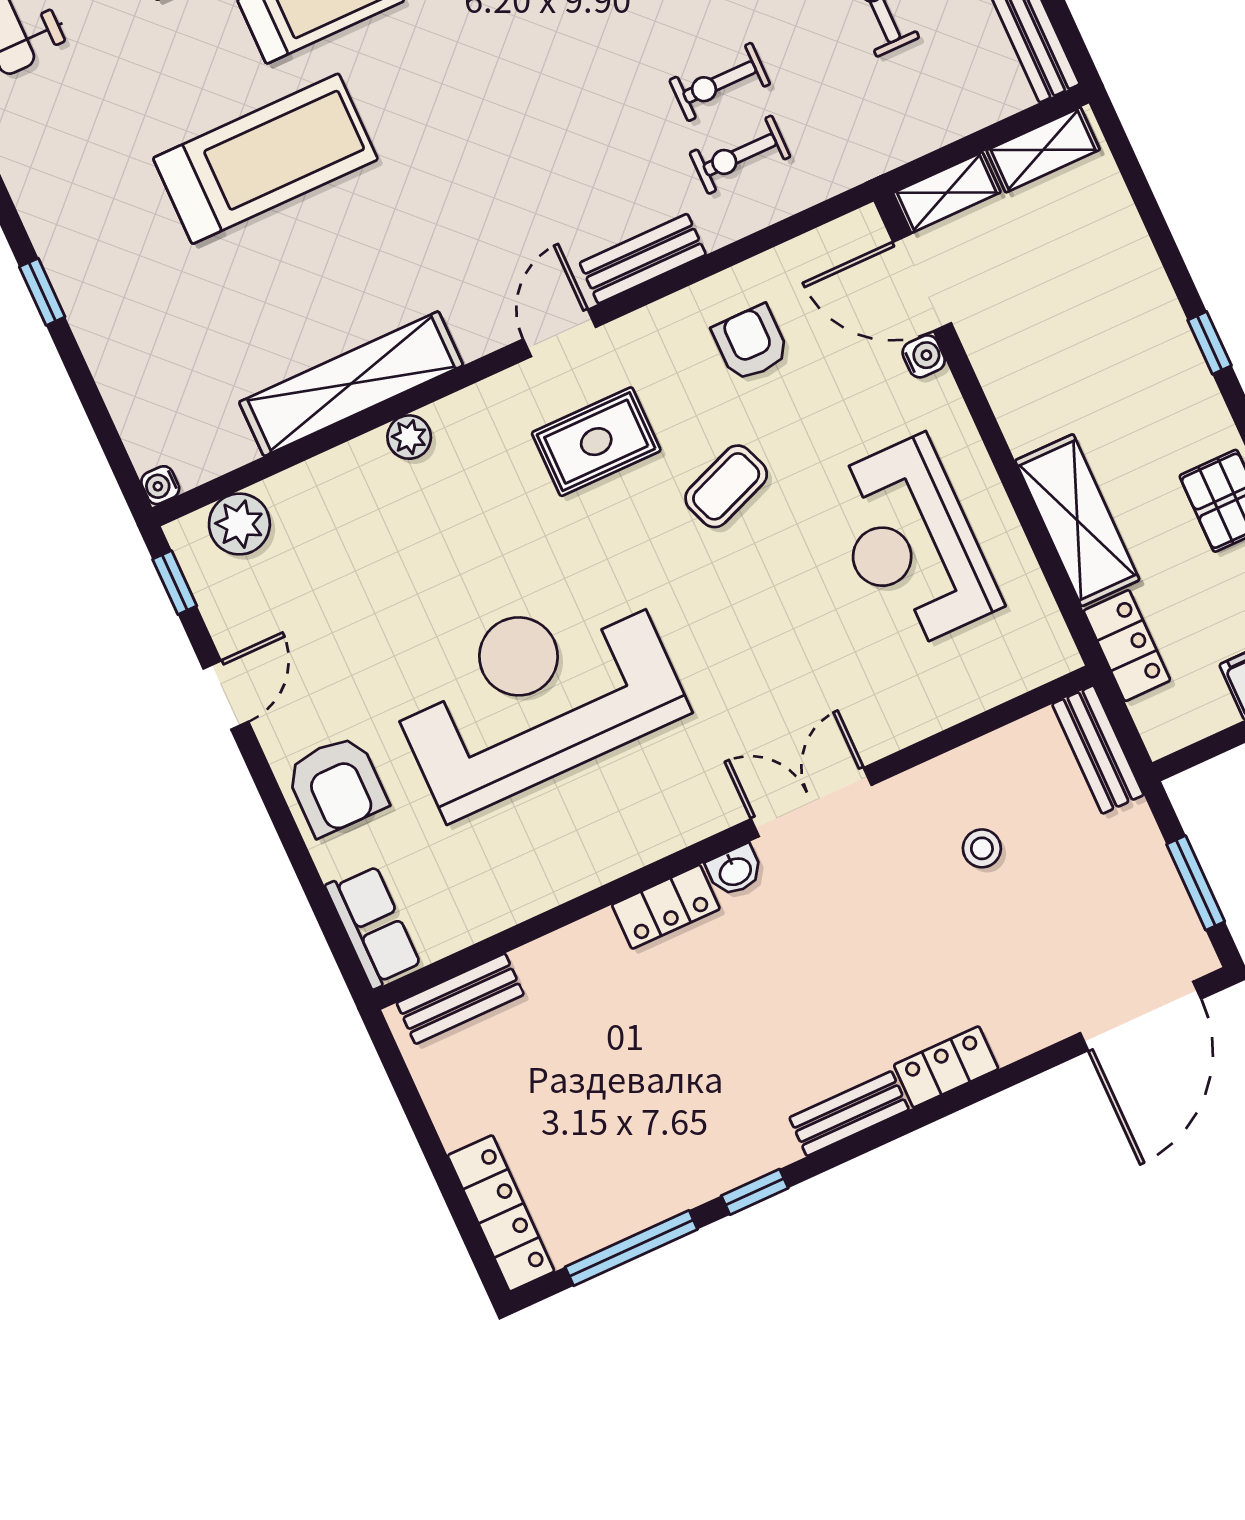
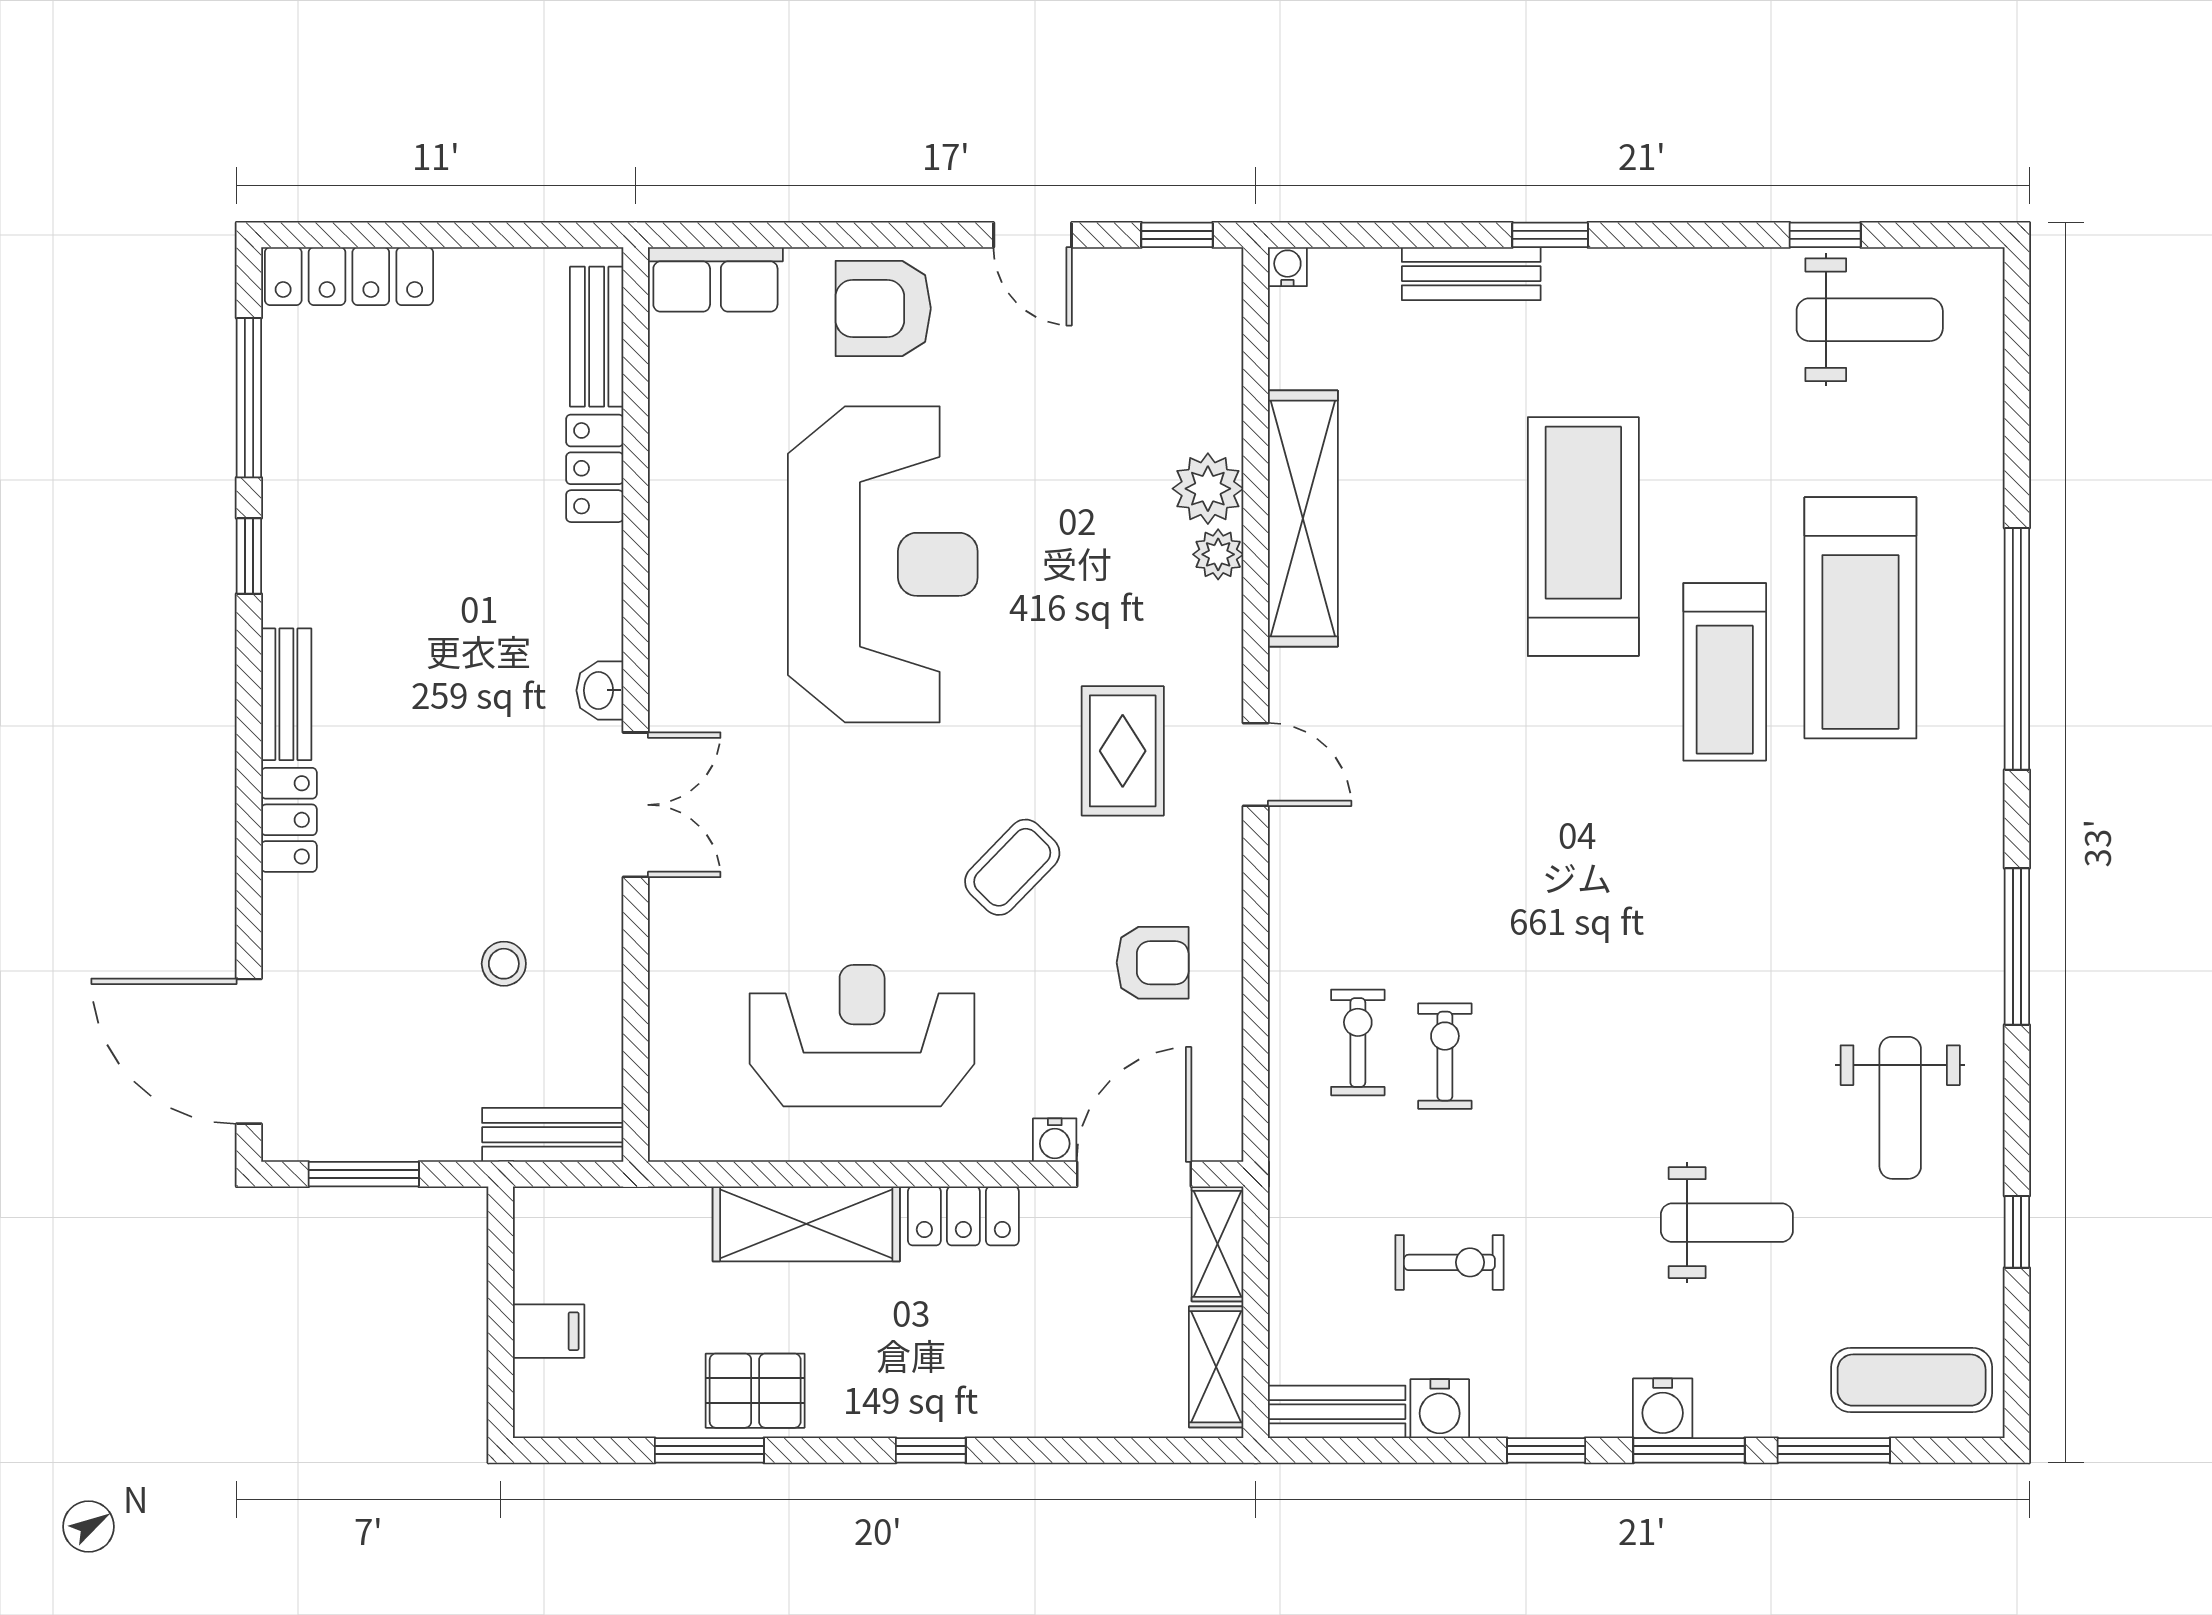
treadmill: (265, 159) -> (1583, 536), turned 180
bench: (643, 259) -> (1471, 274), moved, turned 90
coffee table: (726, 486) -> (1012, 867), turned 65
plant: (239, 524) -> (1208, 489), moved
locker: (1127, 646) -> (963, 1216), moved
locker: (666, 907) -> (595, 468), moved

